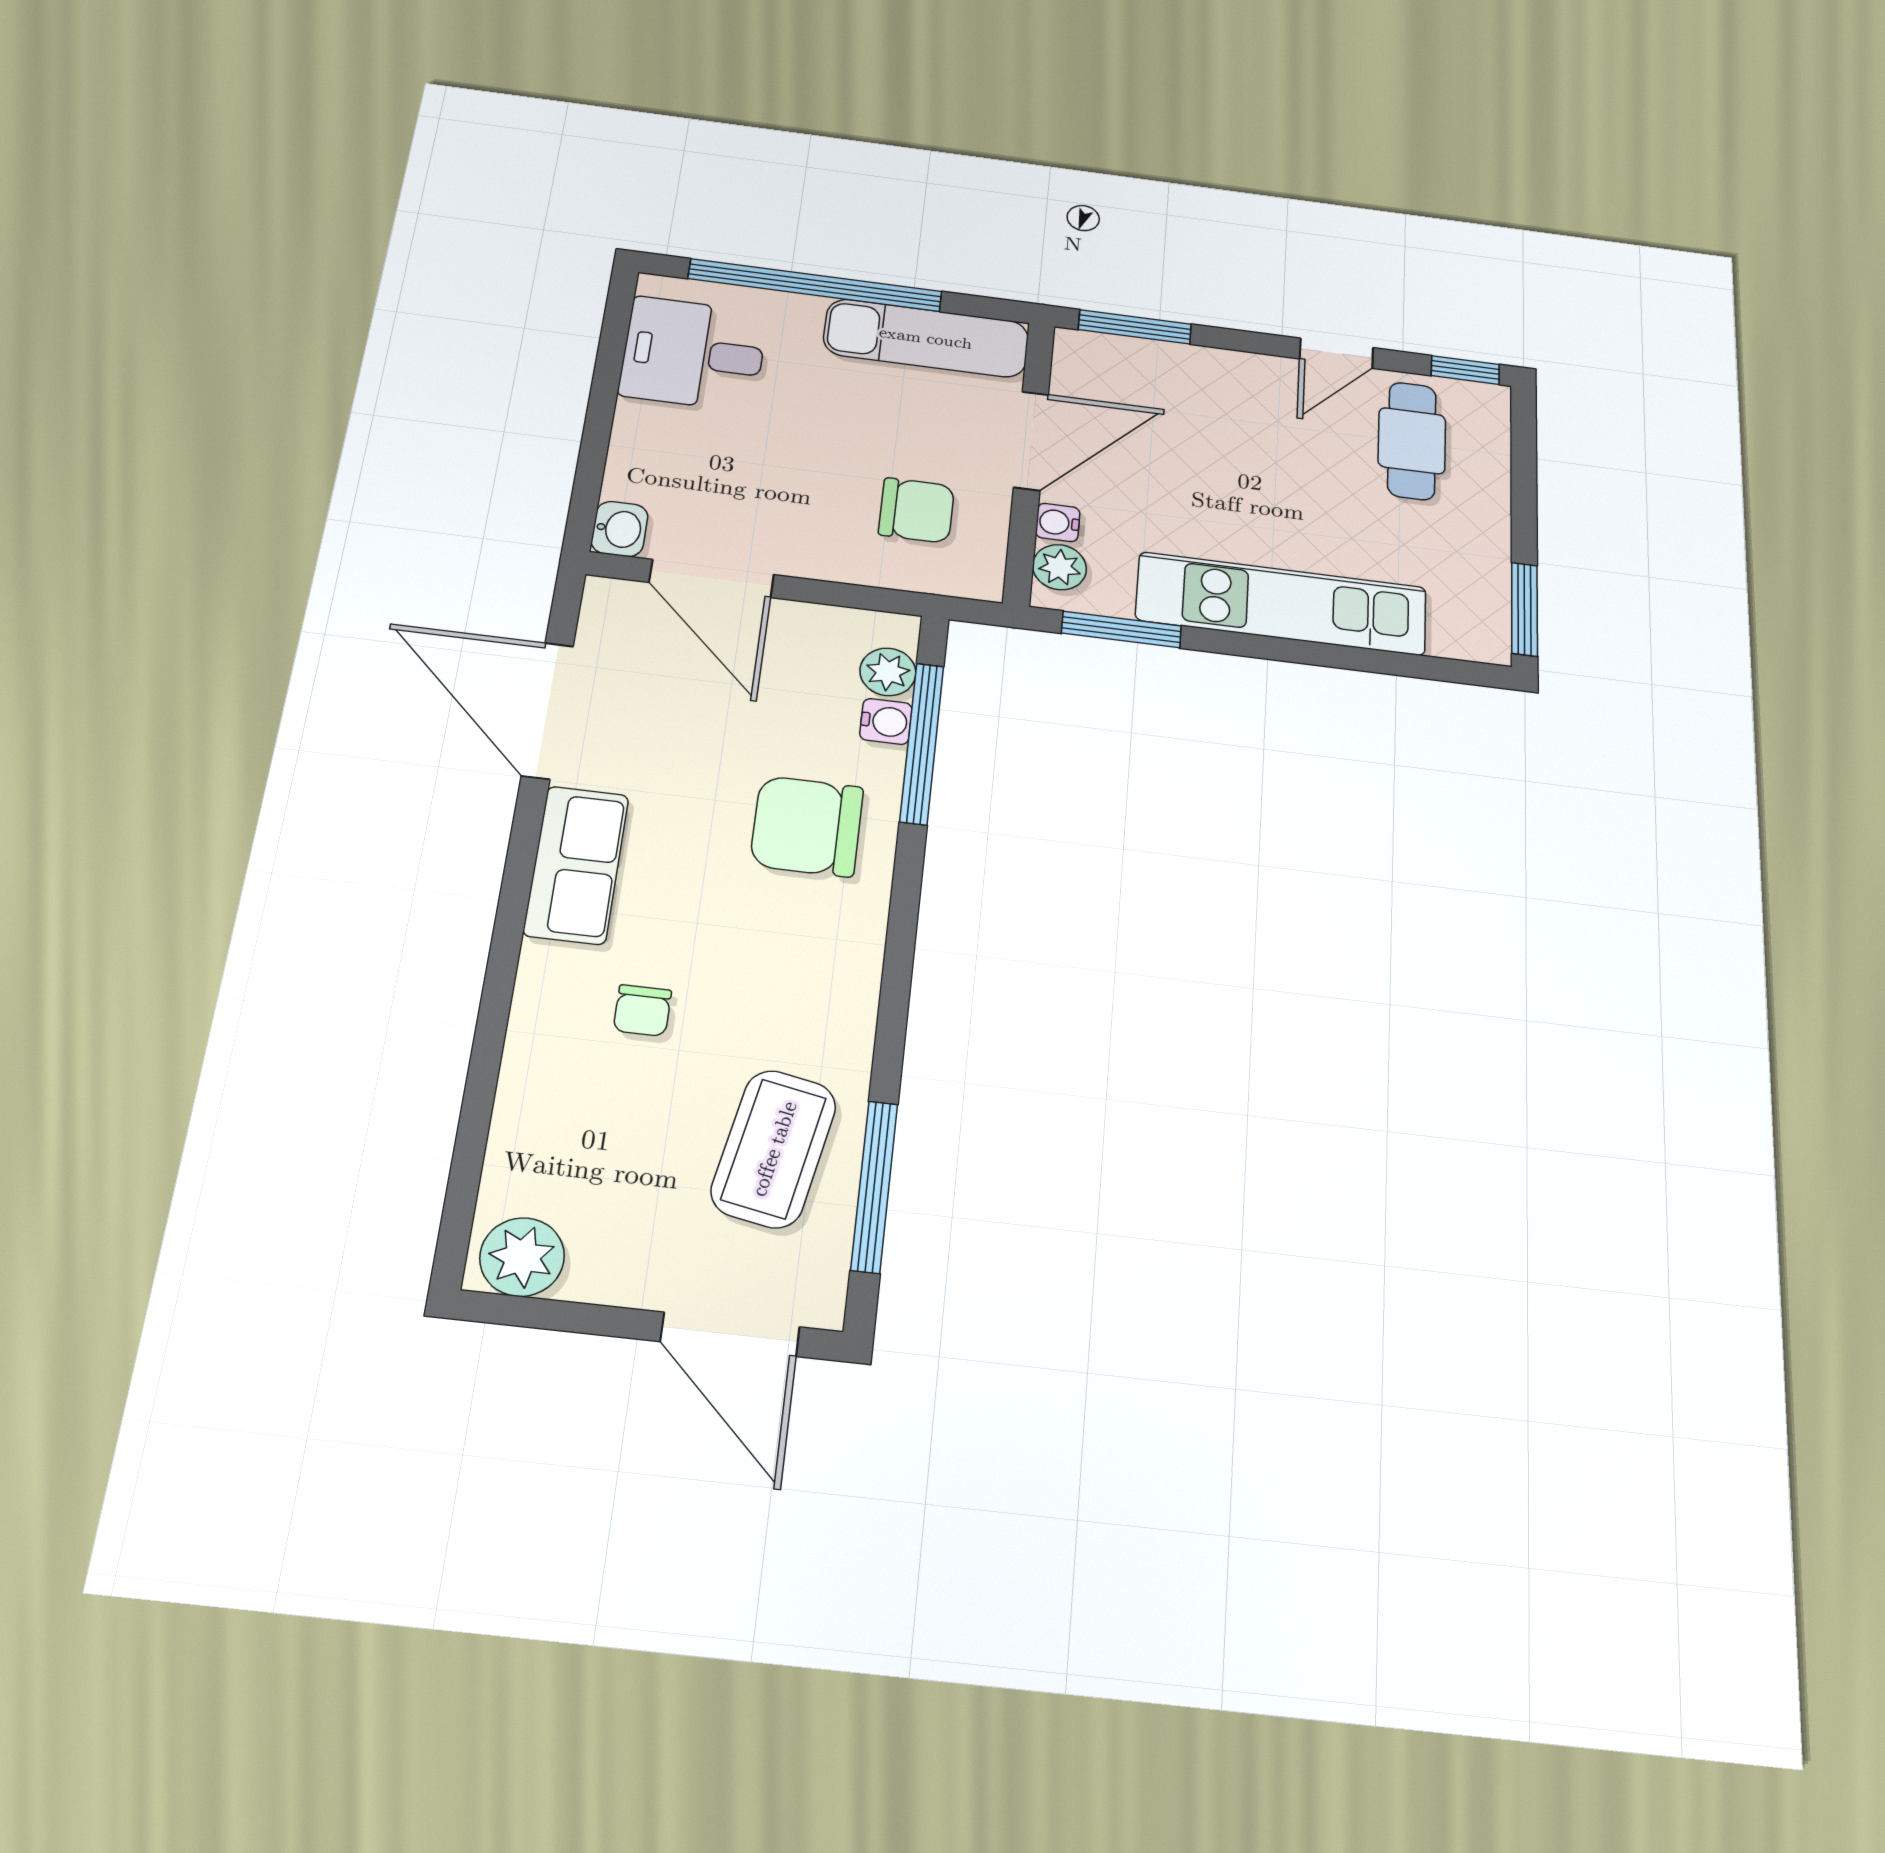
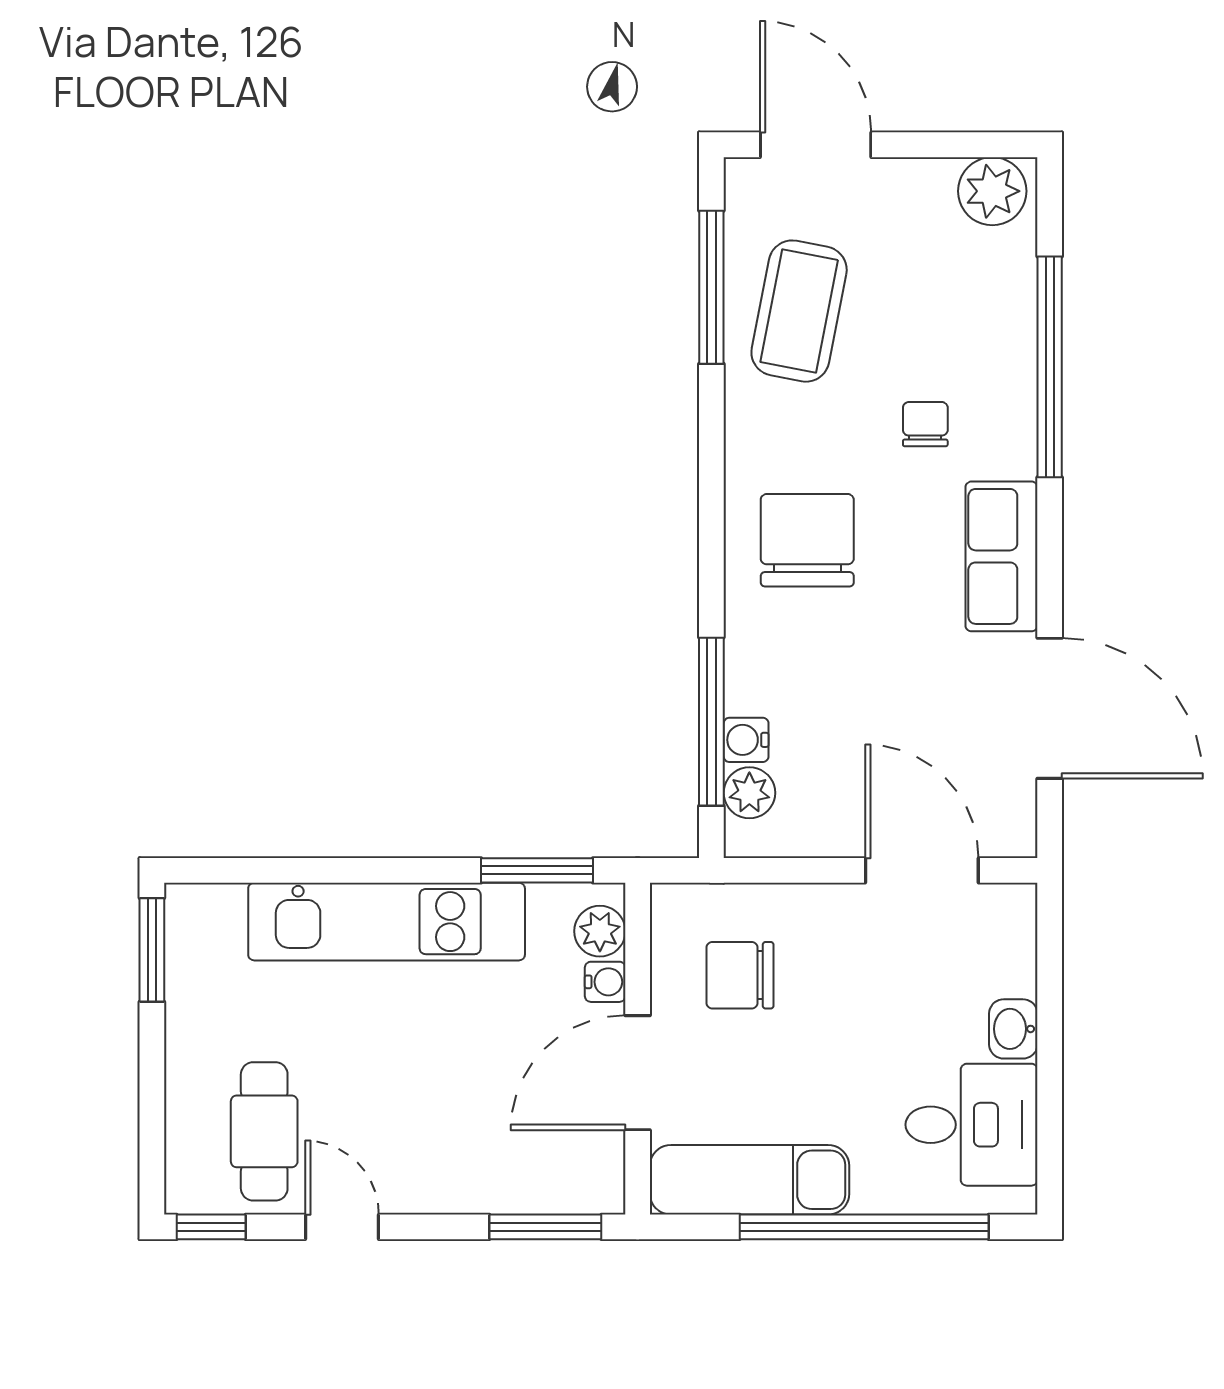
door: (1336, 353) -> (342, 1227), hinge flipped
washbasin: (620, 529) -> (1013, 1029), moved
chair: (807, 826) -> (807, 540), moved, turned -90
window: (486, 1055) -> (1050, 367), added

